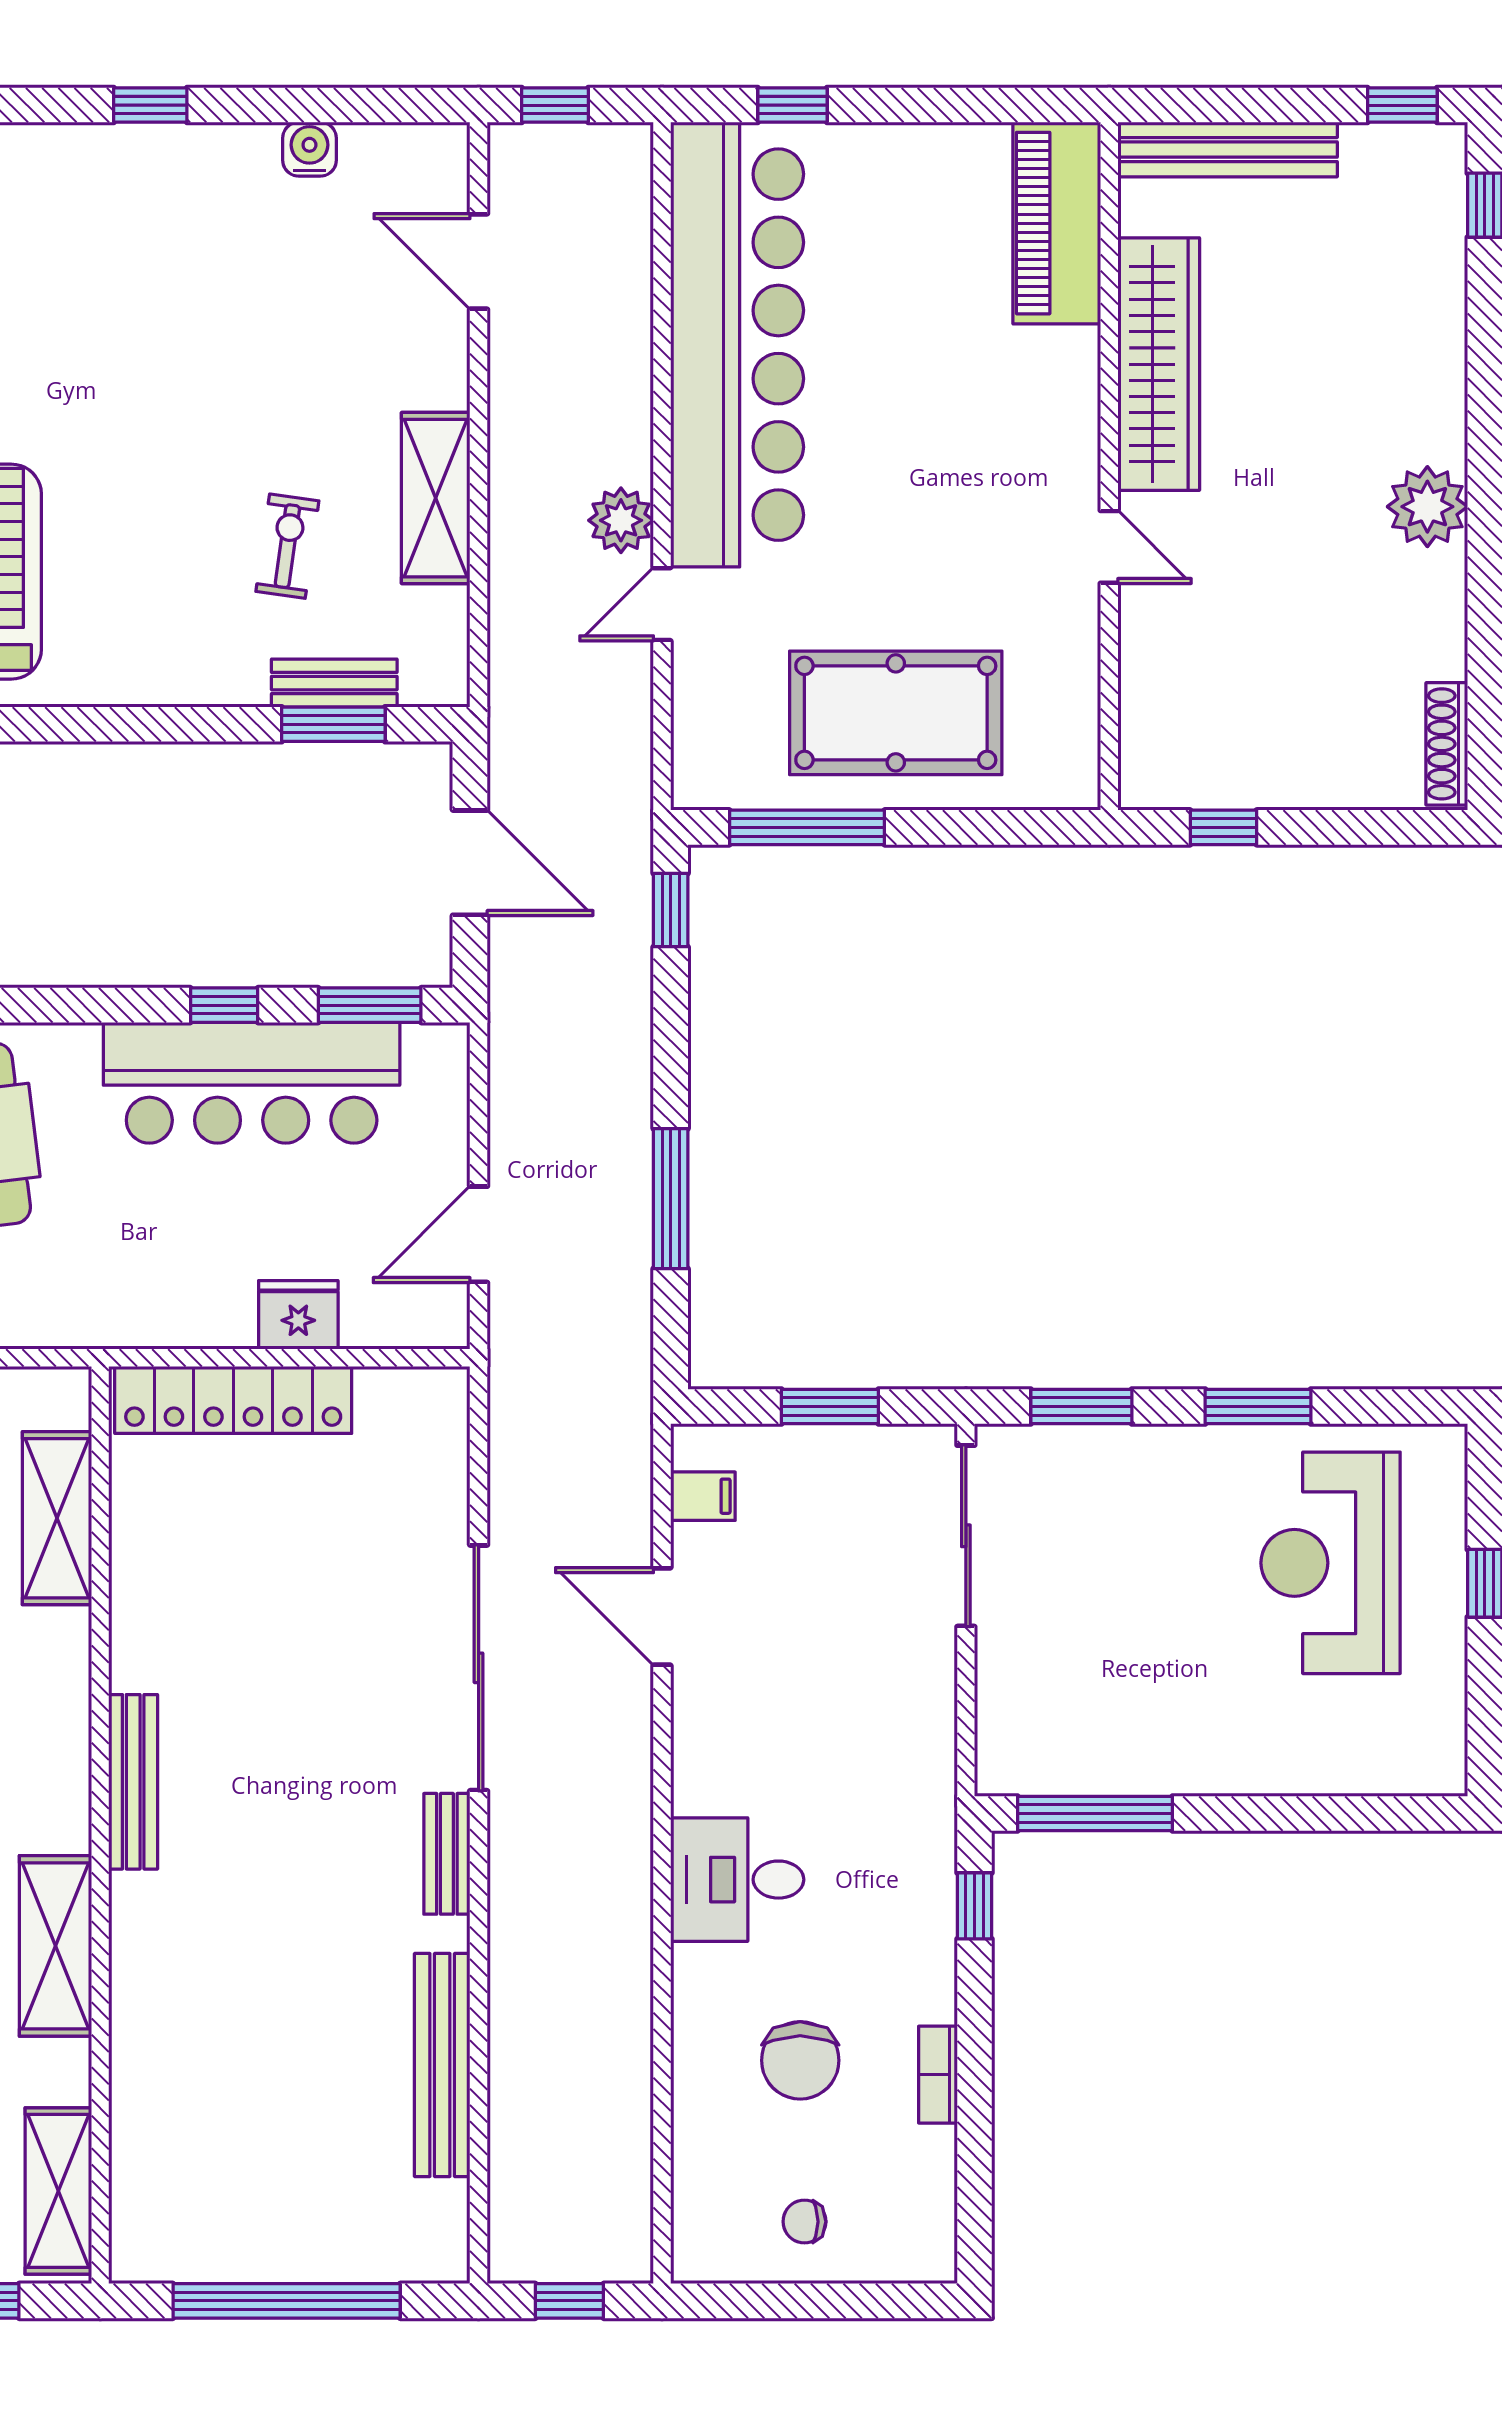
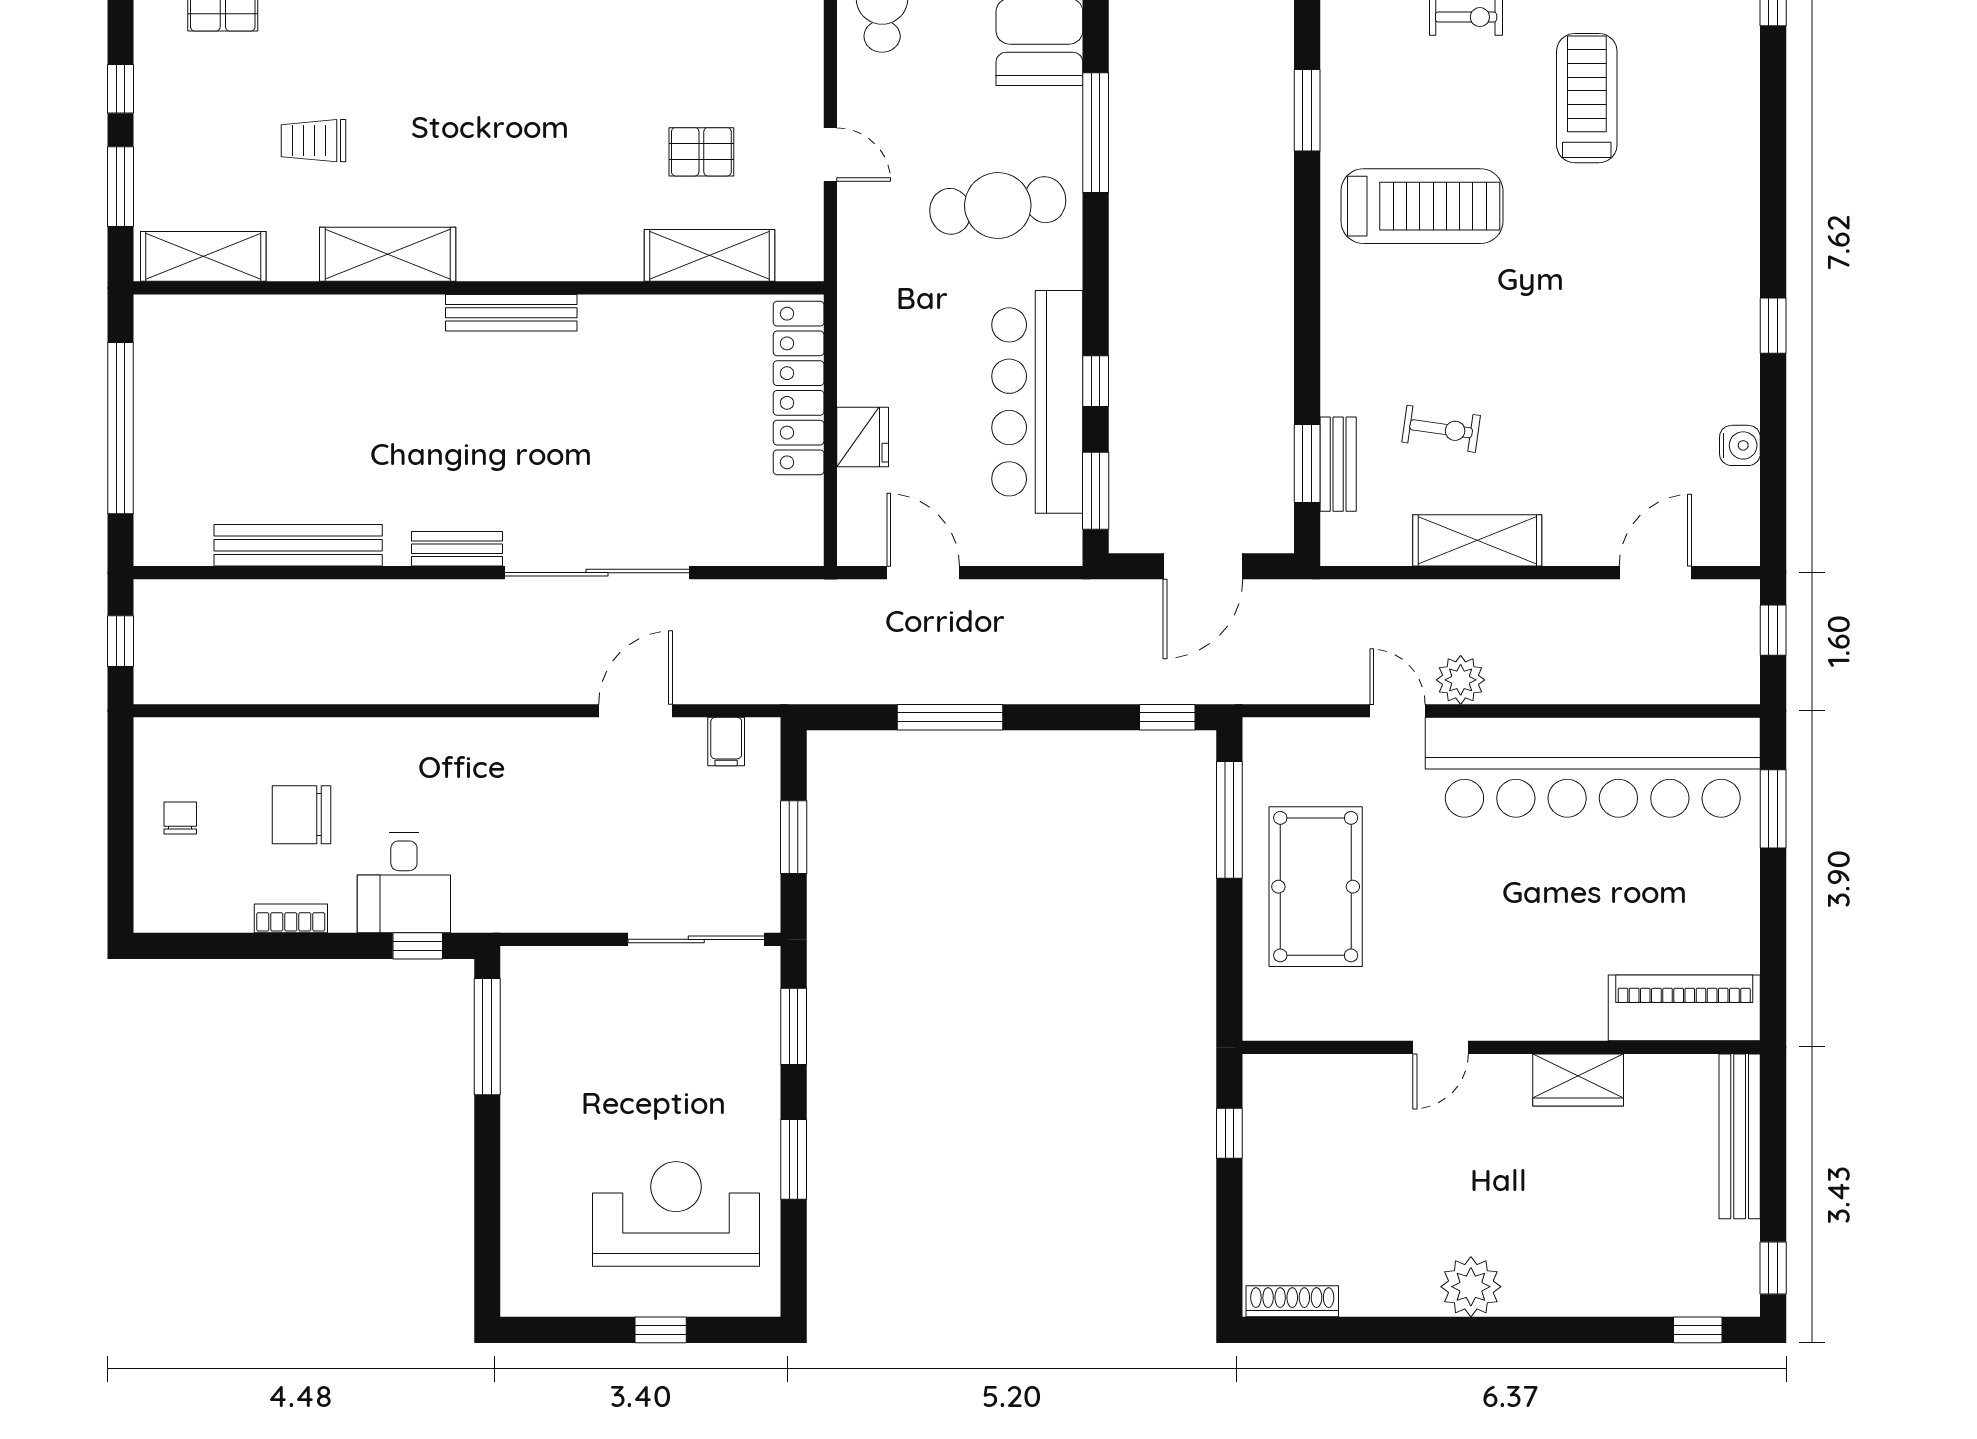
window: (792, 105) -> (1773, 809), width x1.50
wardrobe: (1159, 364) -> (1578, 1080), width x0.48, depth x0.85
desk: (737, 1880) -> (404, 883), moved, turned 180

